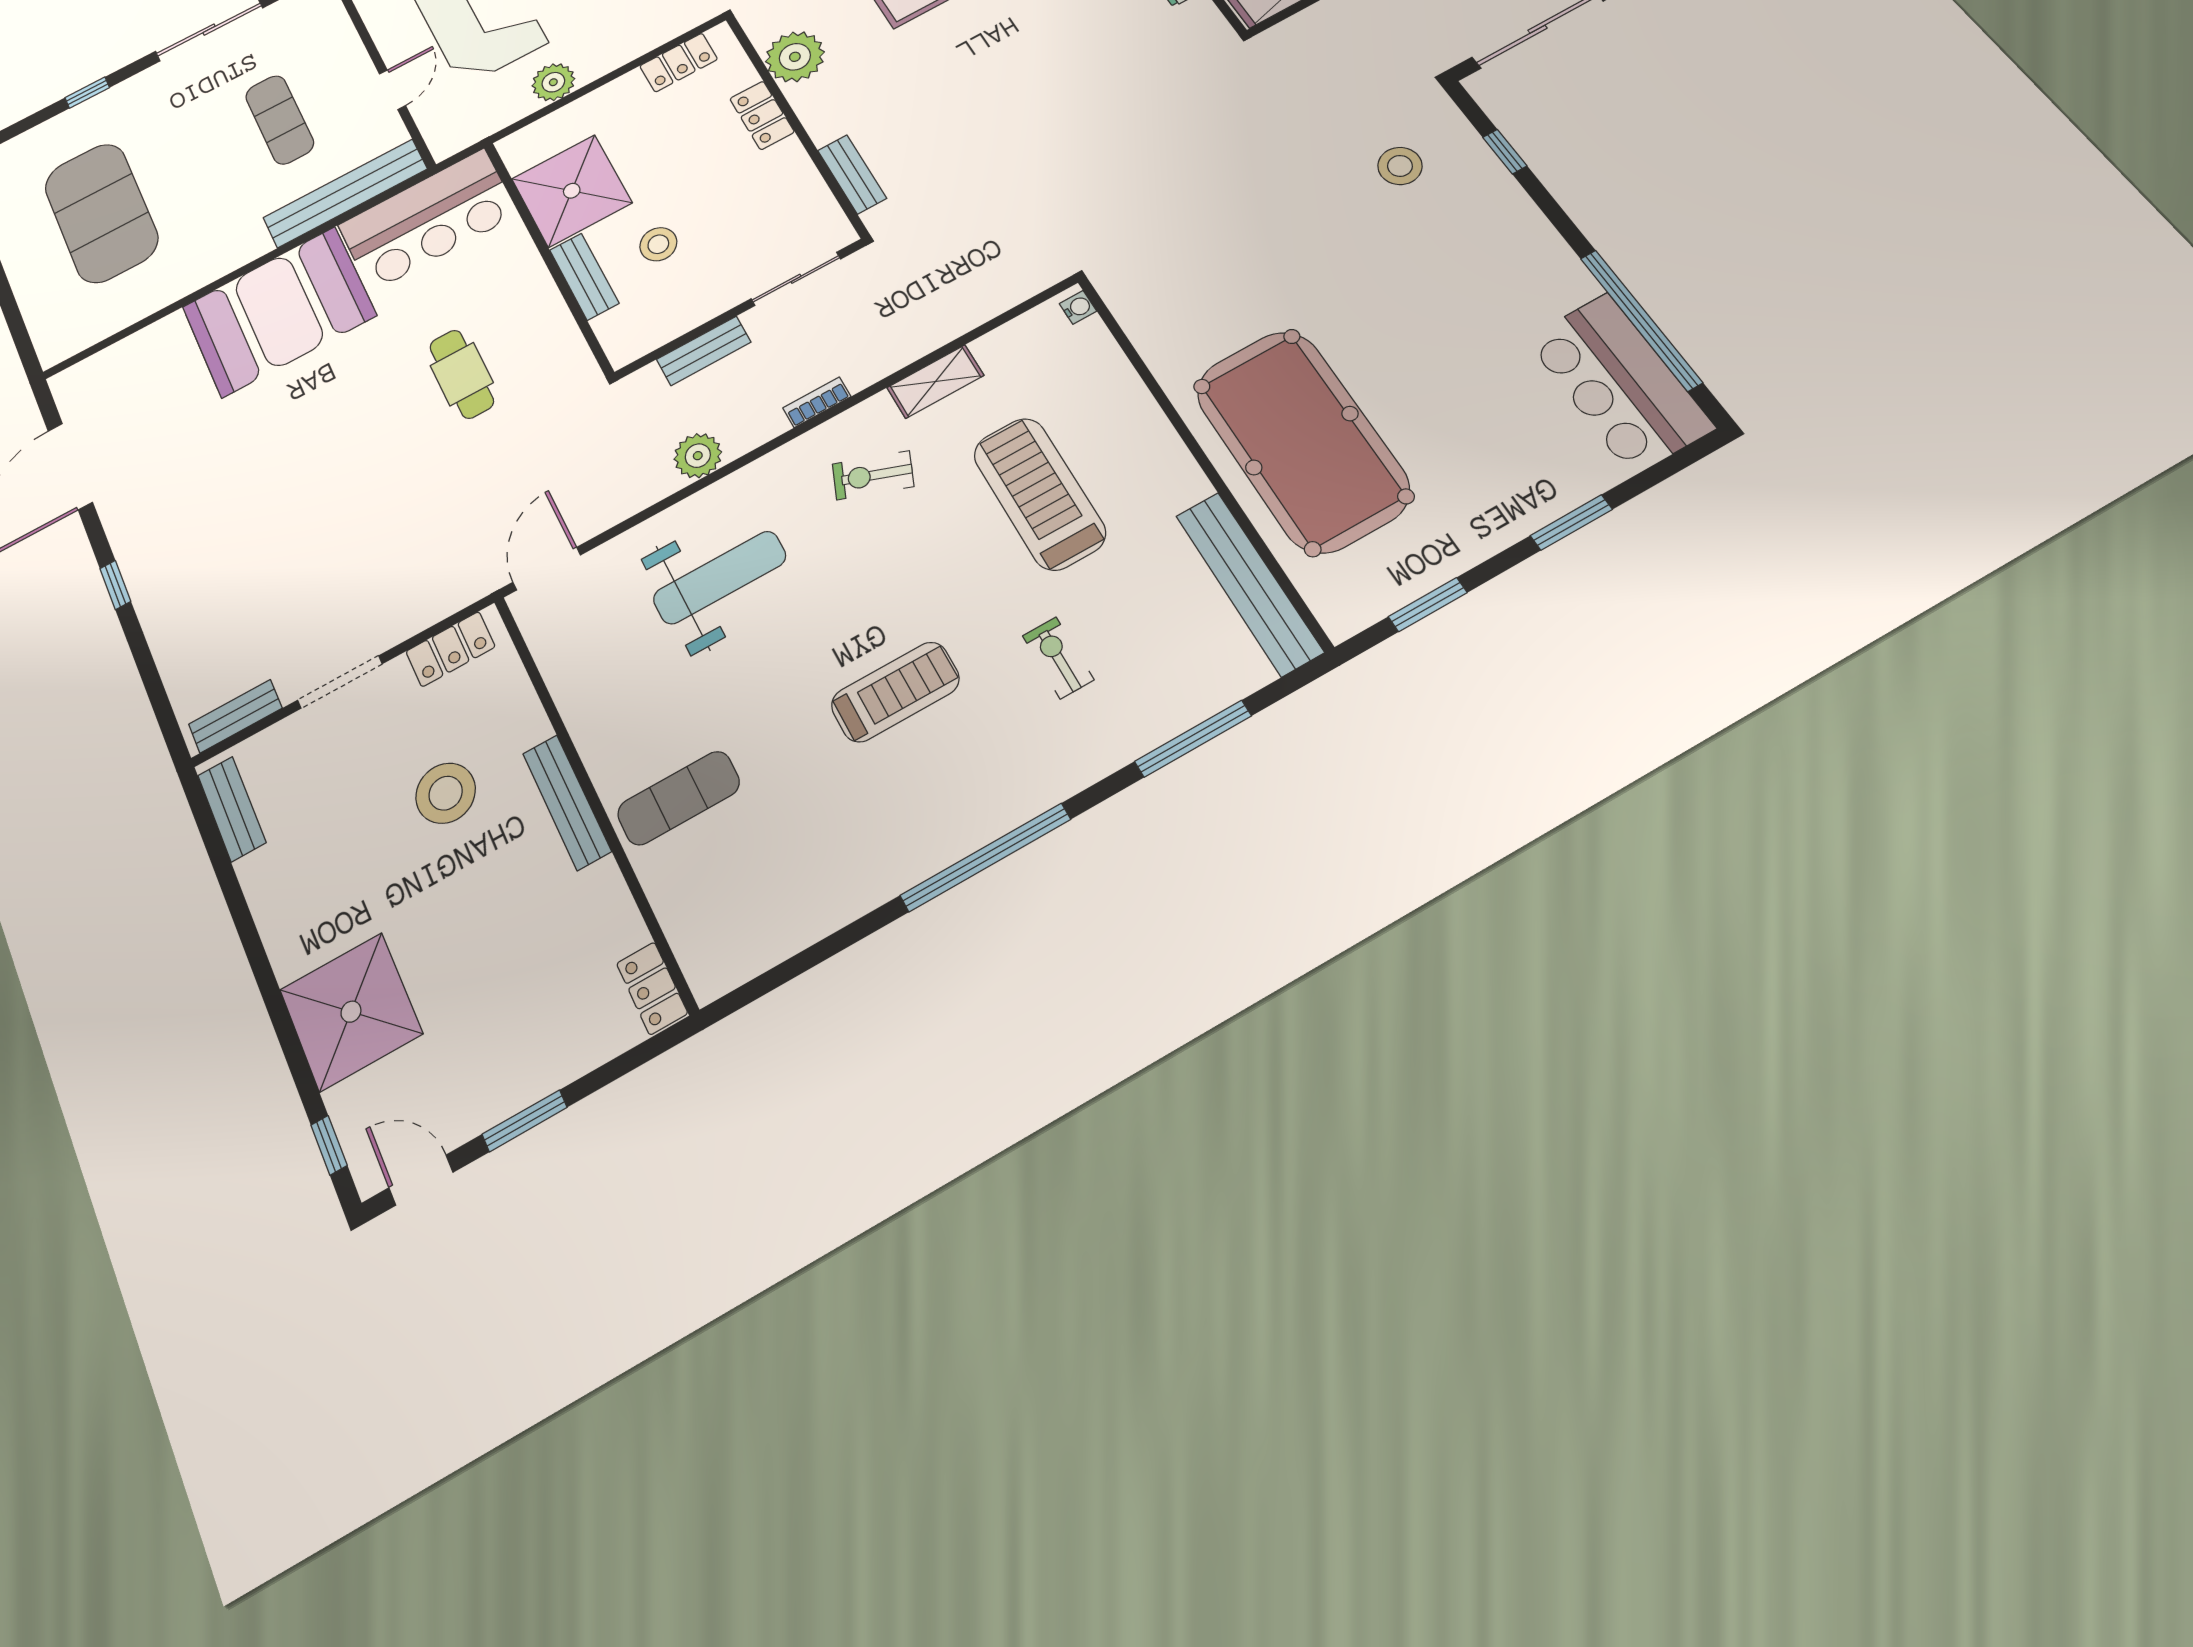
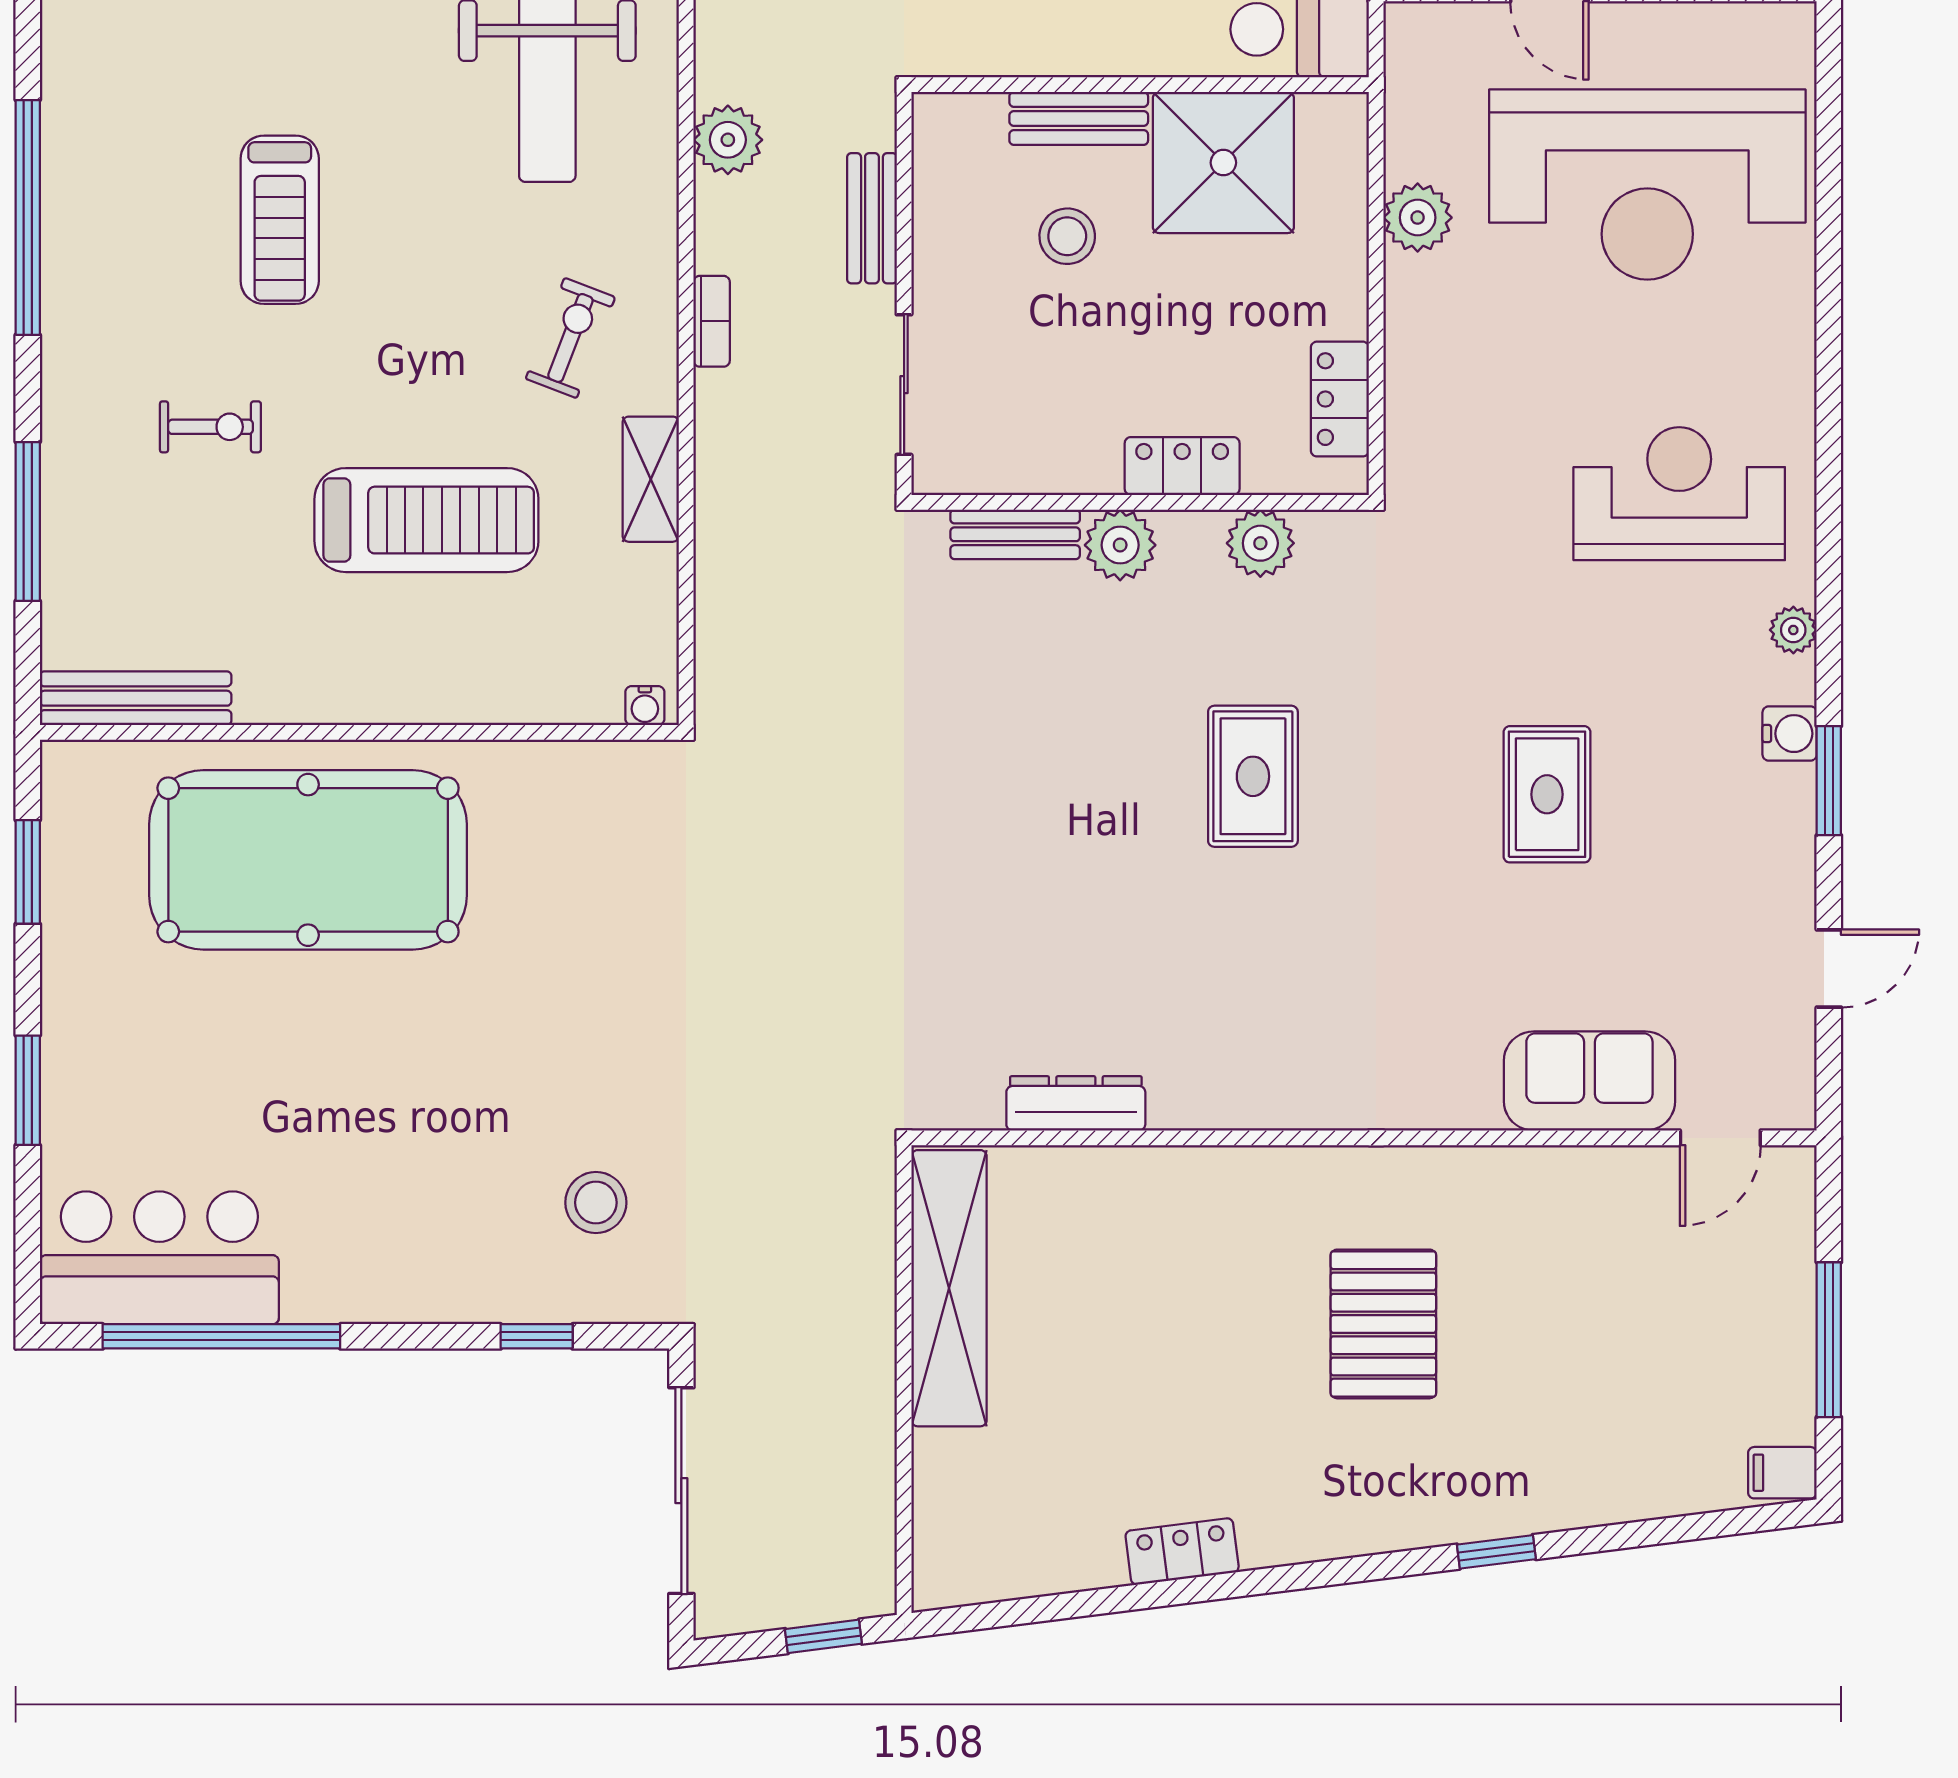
plant: (795, 57) -> (1260, 543), width x0.73, depth x0.73
plant: (827, 120) -> (1120, 545), added
bench: (1249, 583) -> (136, 698), width x0.73, depth x0.82

